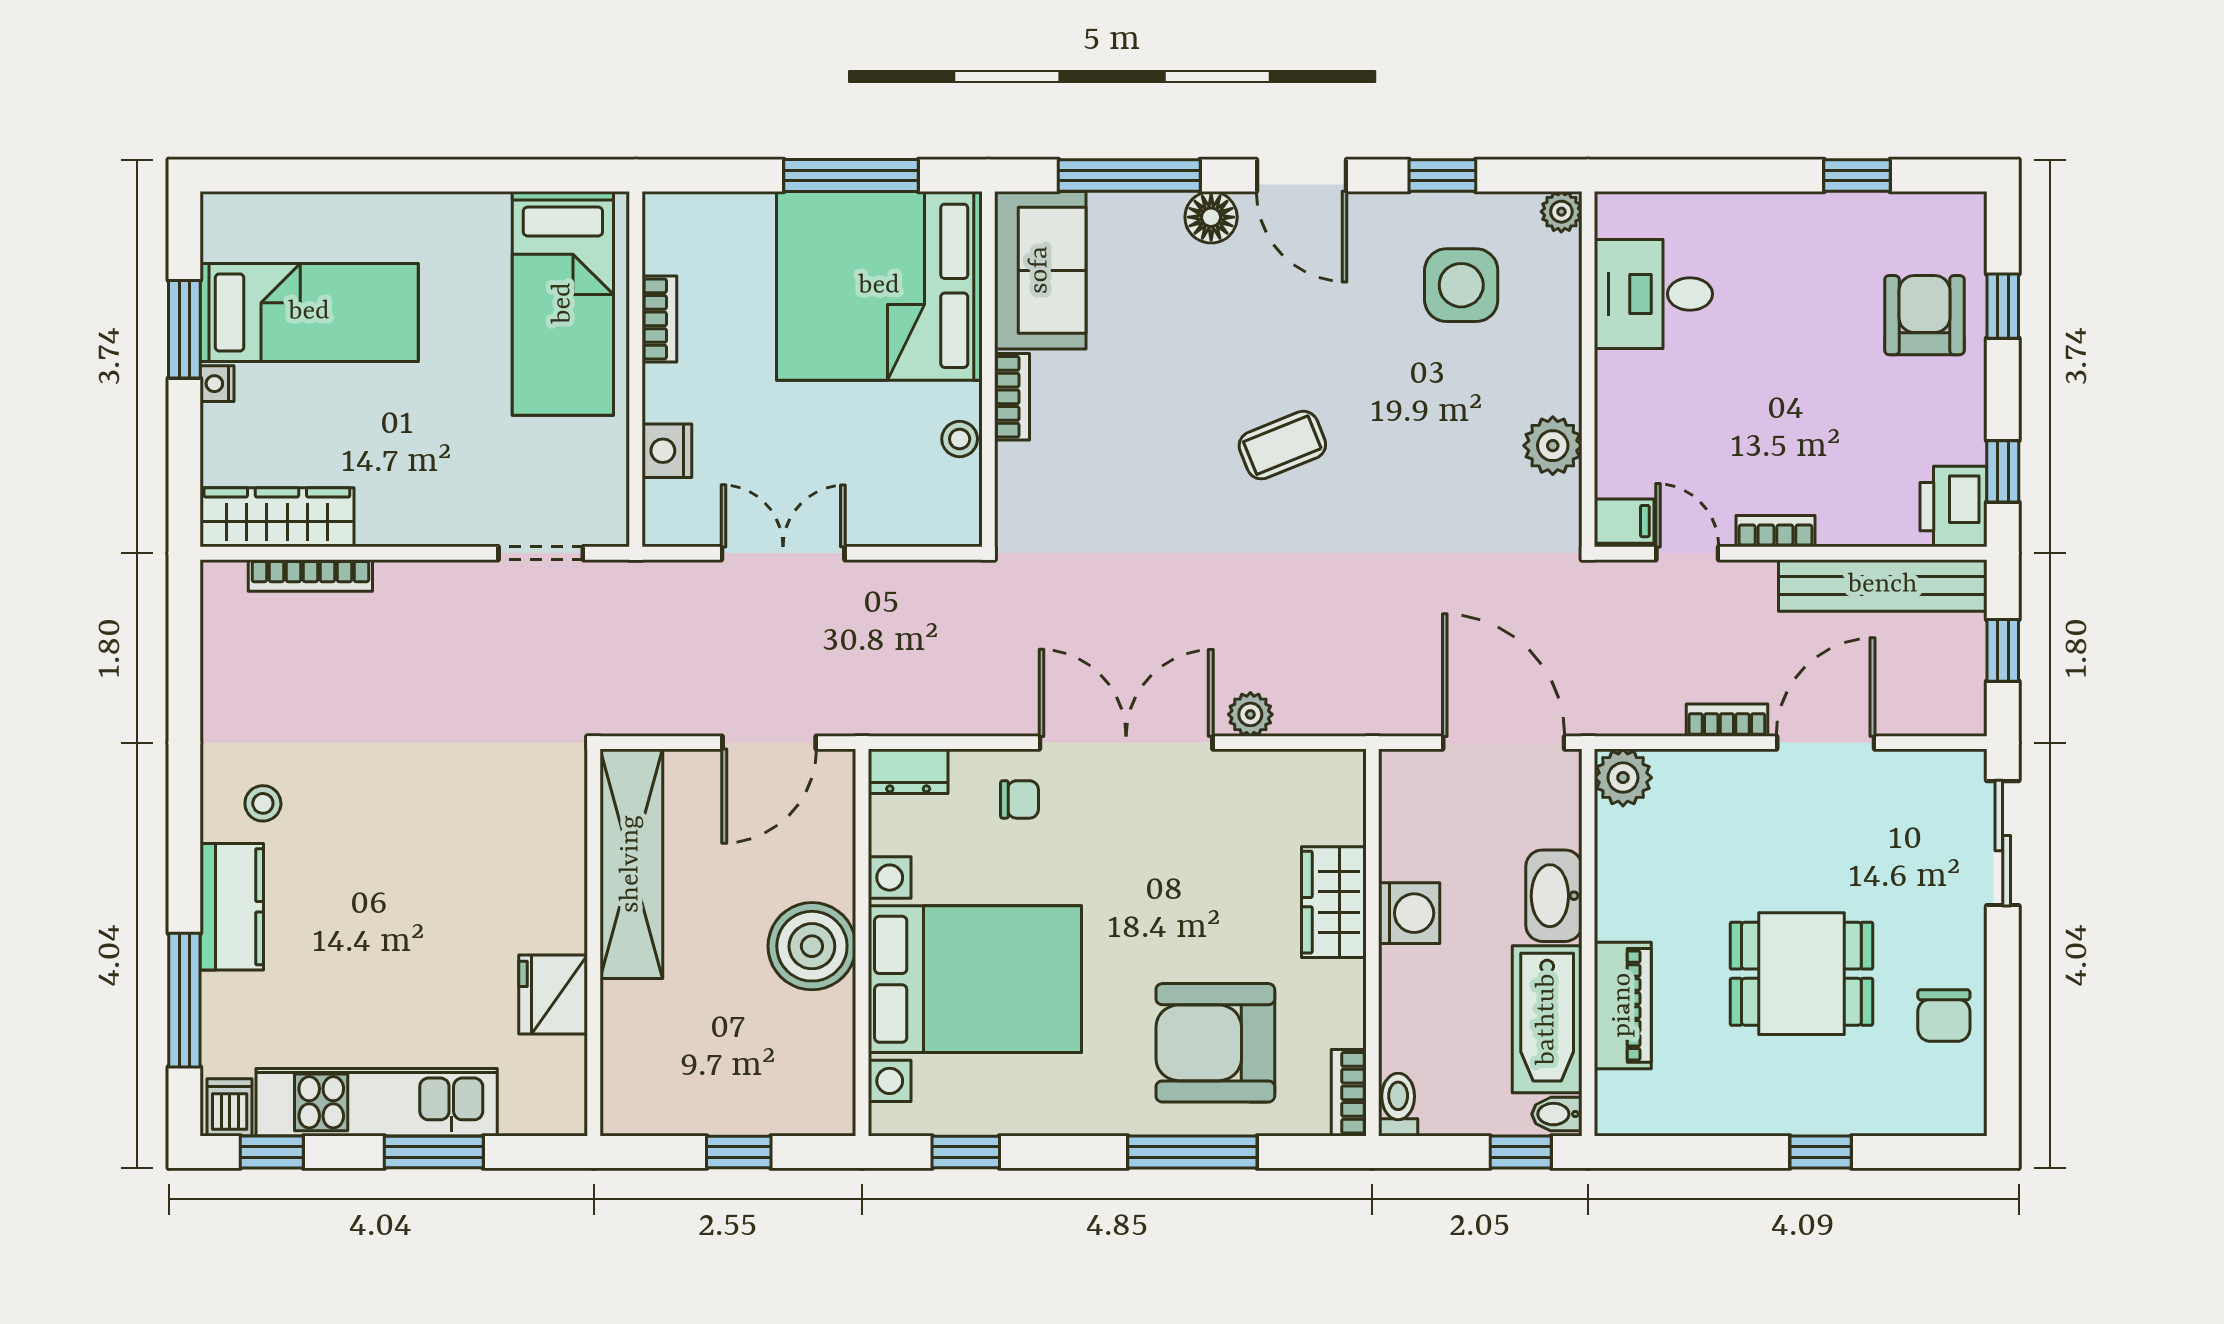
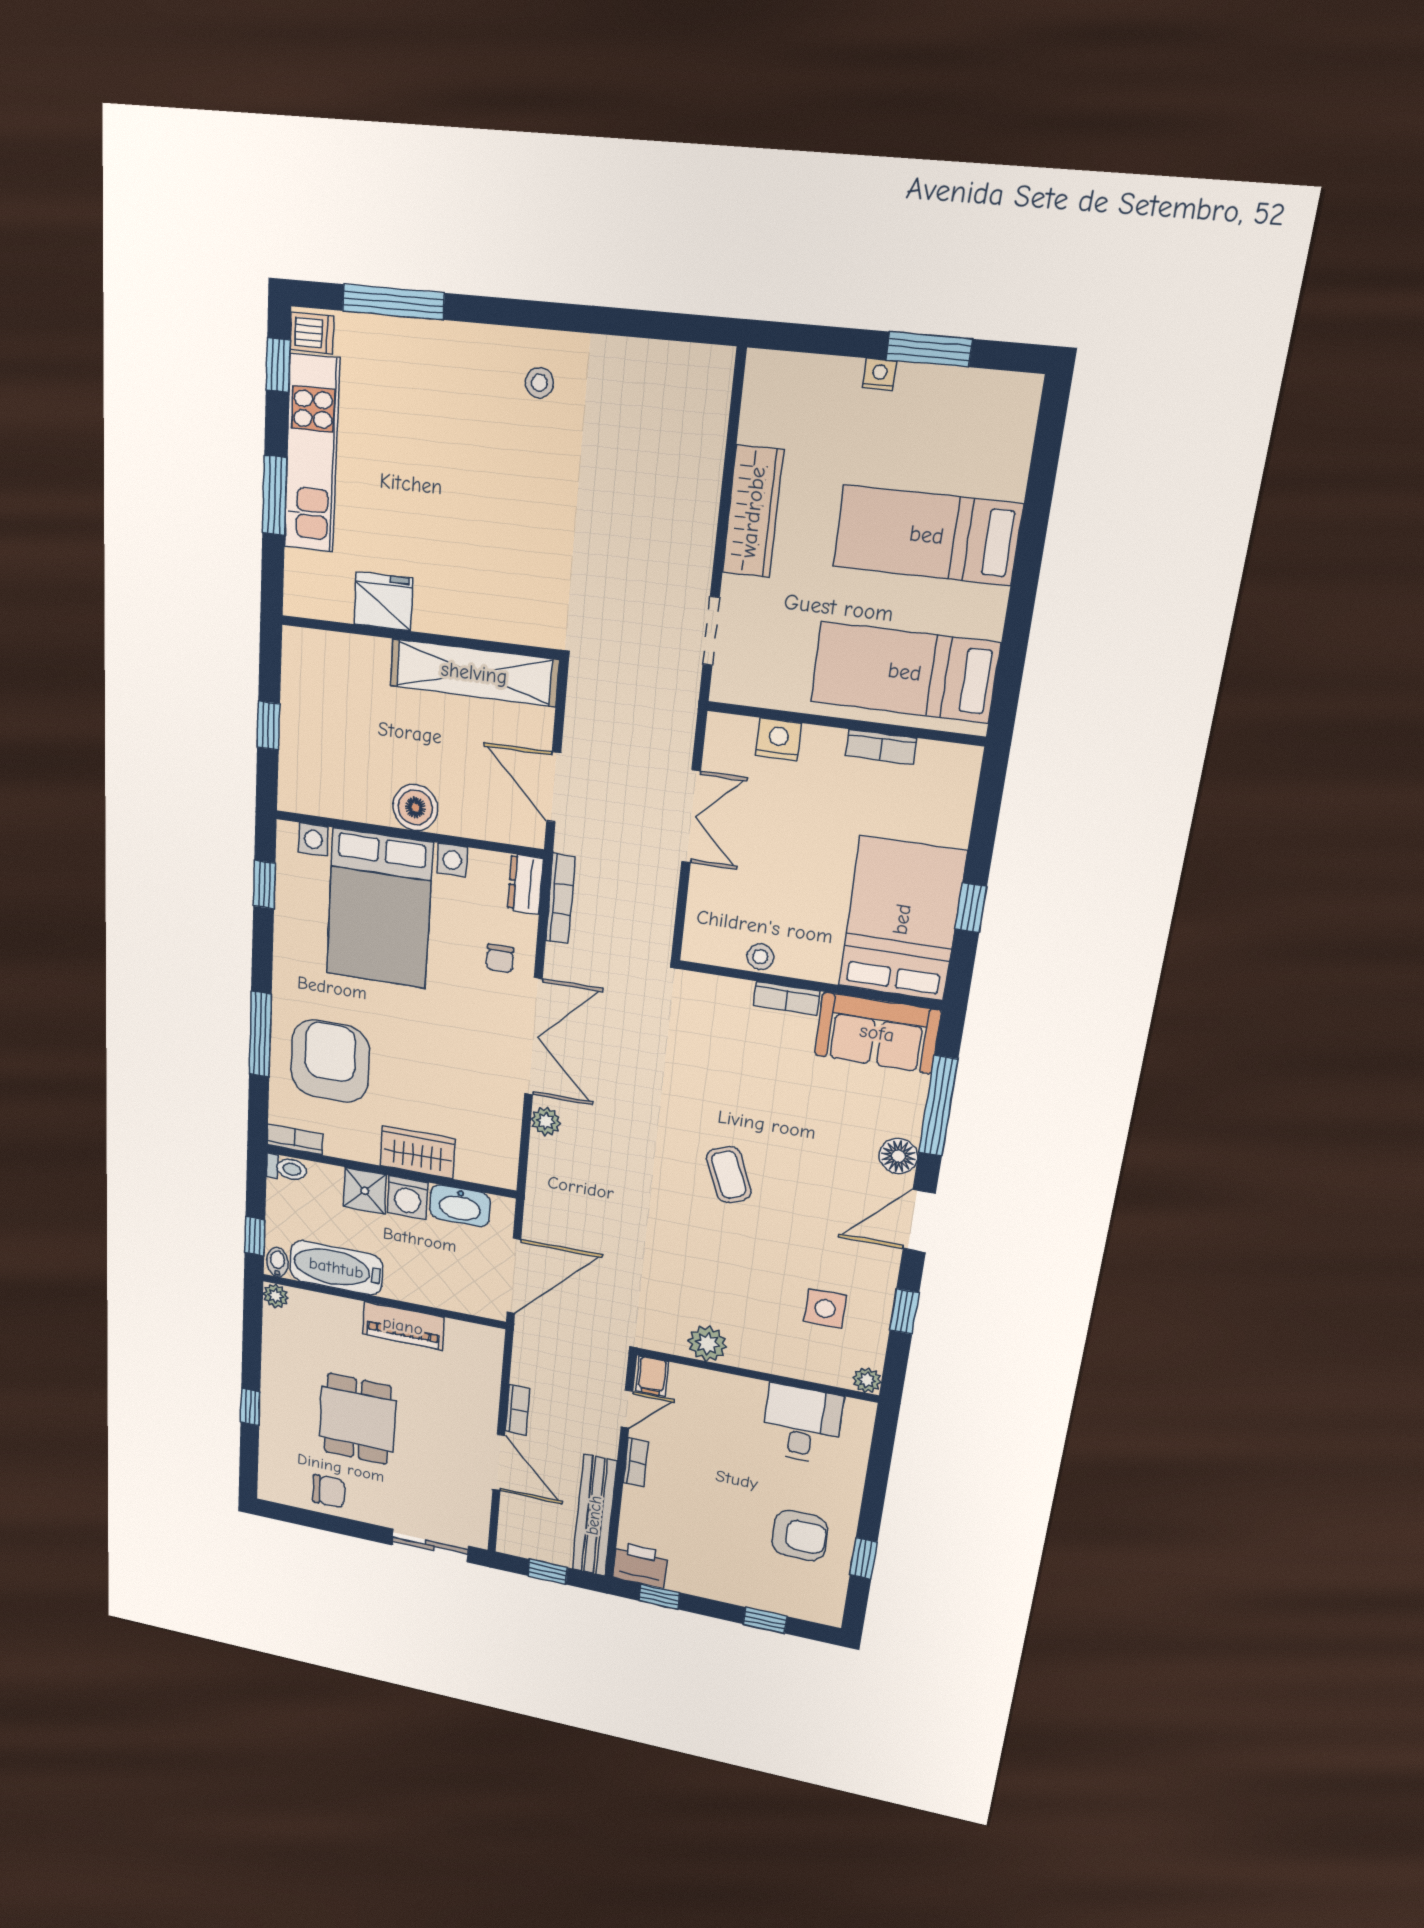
window: (851, 175) -> (971, 908), width x0.46
side table: (1461, 285) -> (825, 1309), width x0.73, depth x0.73
bed: (879, 286) -> (902, 919), width x0.73
bed: (309, 312) -> (927, 535), moved, turned 90
armchair: (1924, 315) -> (800, 1536), moved
wardrobe: (277, 517) -> (753, 512), moved
bookcase: (310, 575) -> (560, 899), moved, turned 180
plant: (1623, 778) -> (276, 1296), moved, width x0.73, depth x0.73
washbasin: (1554, 896) -> (460, 1206), moved, turned 180
kitchen counter: (232, 907) -> (462, 349), removed
boiler: (812, 946) -> (415, 807), width x0.73, depth x0.73
shower: (1411, 980) -> (365, 1191), added
piano: (1623, 1005) -> (403, 1326), moved
chair: (1944, 1016) -> (329, 1491), turned 180

